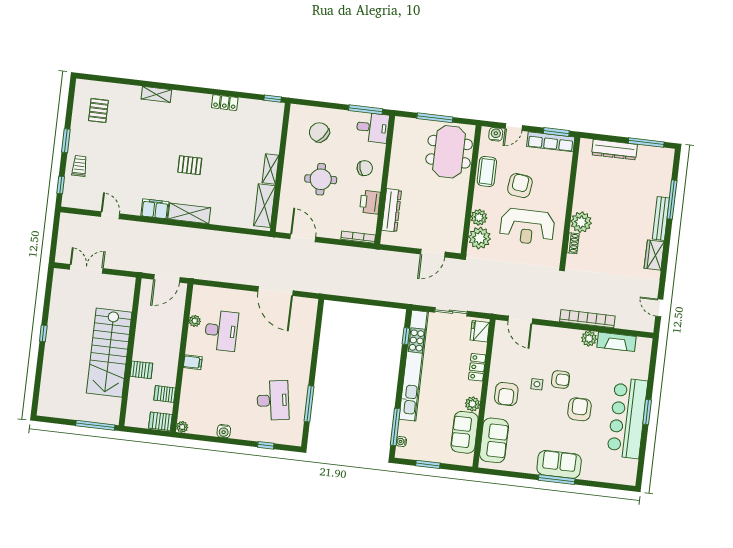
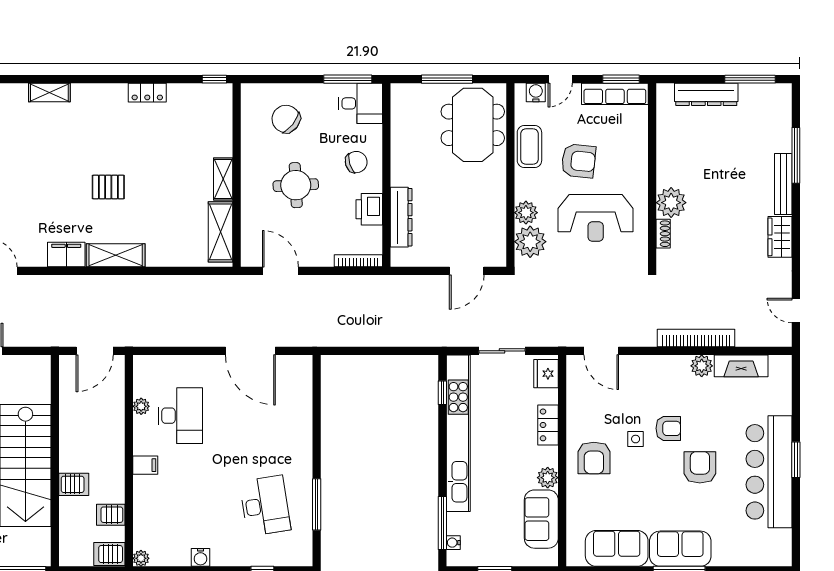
armchair: (520, 186) -> (579, 161), turned 89
sofa: (494, 440) -> (617, 548), moved, turned -90

